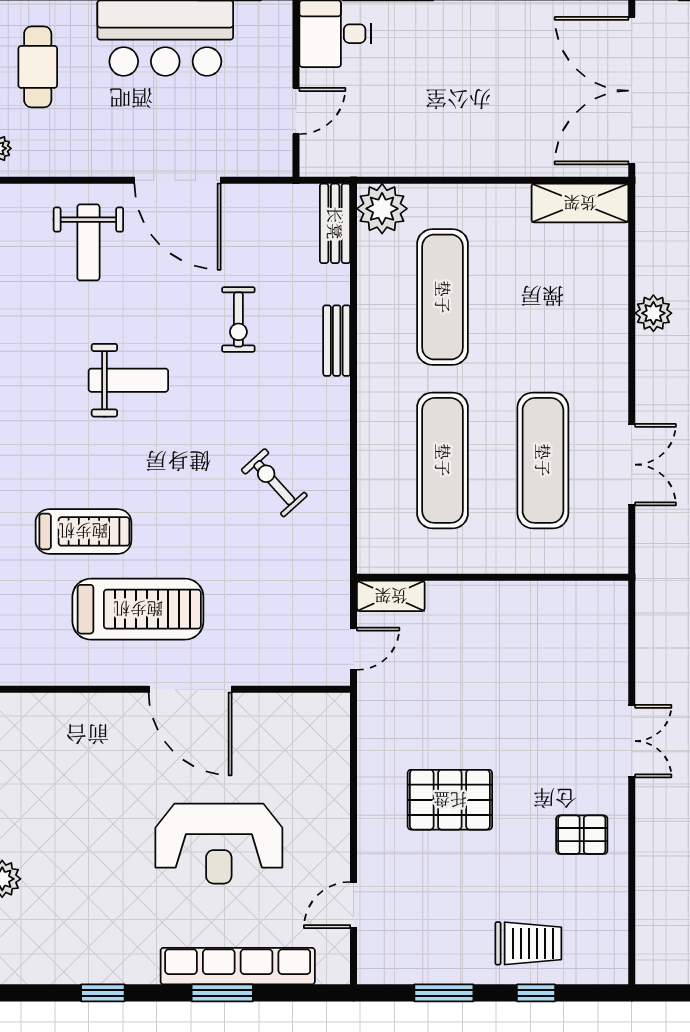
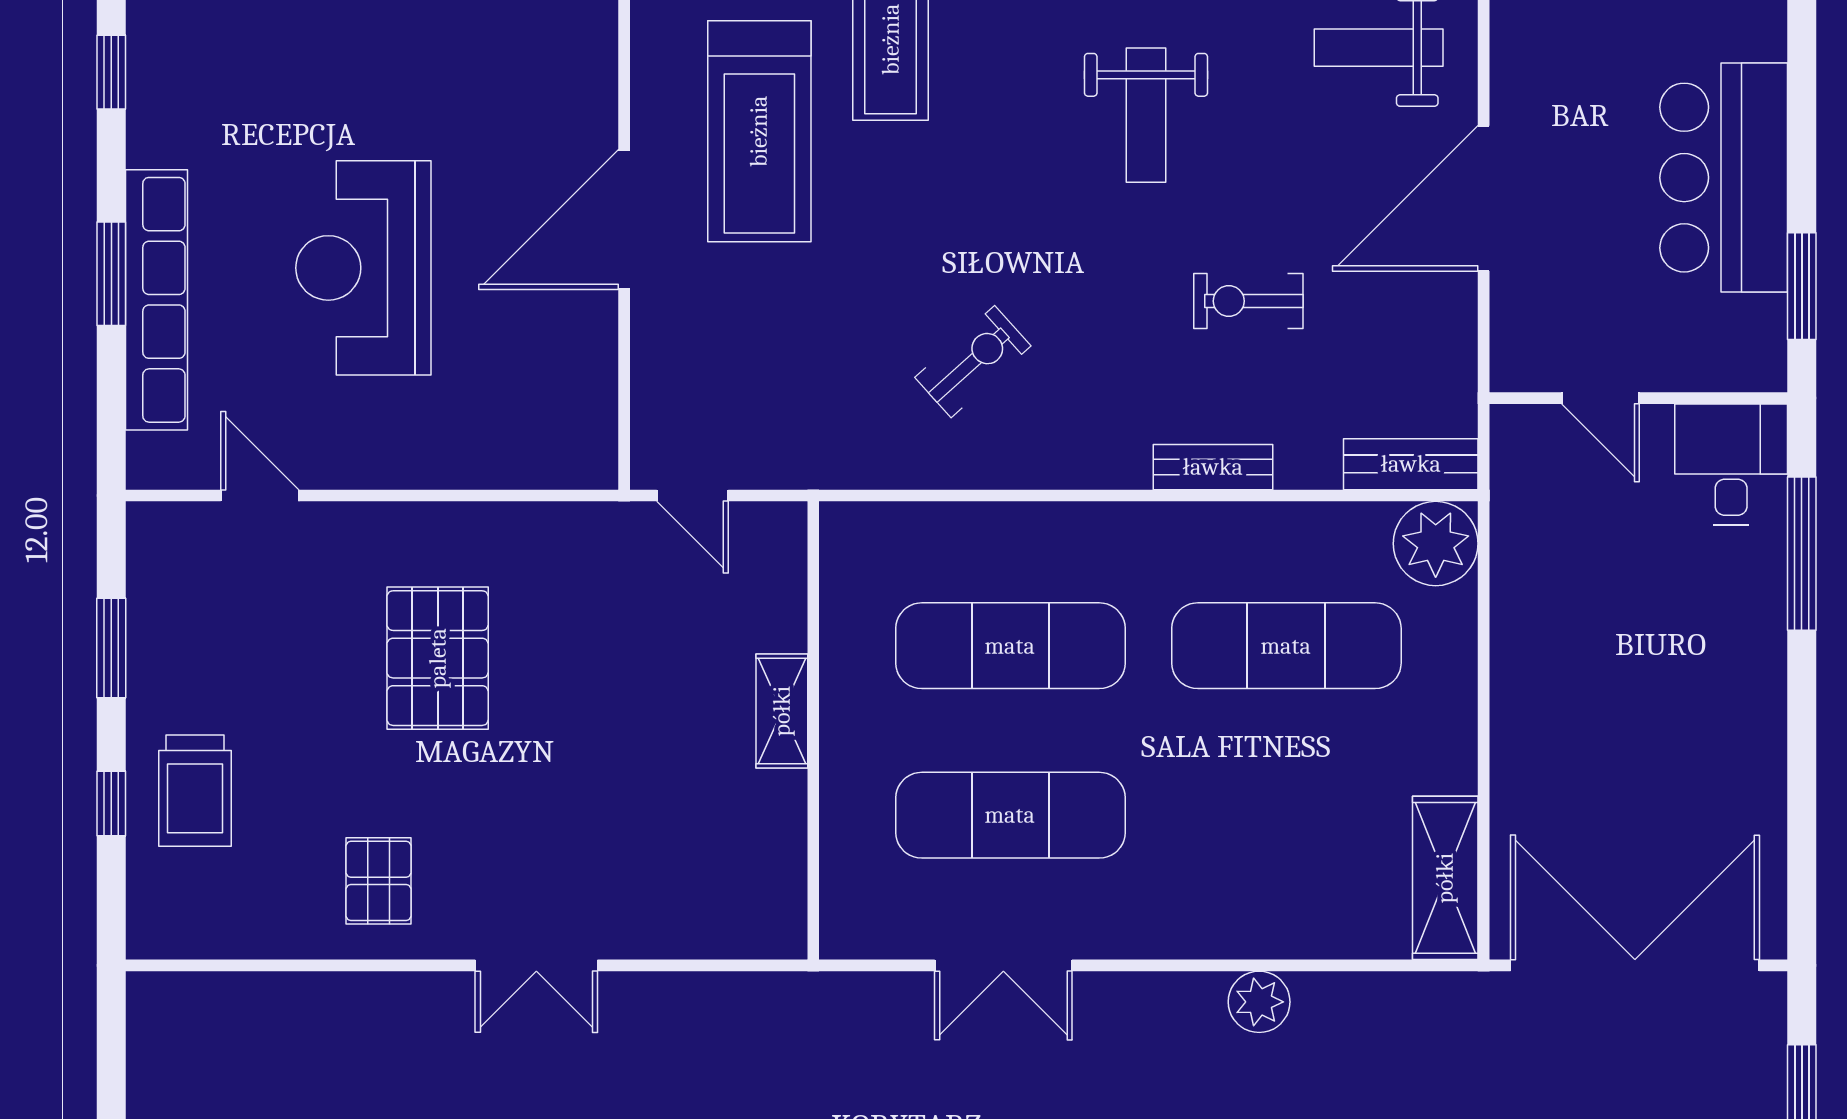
shelving: (391, 596) -> (782, 711), moved

